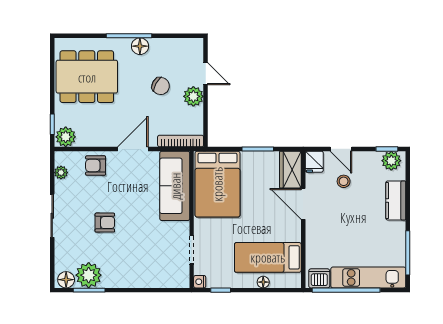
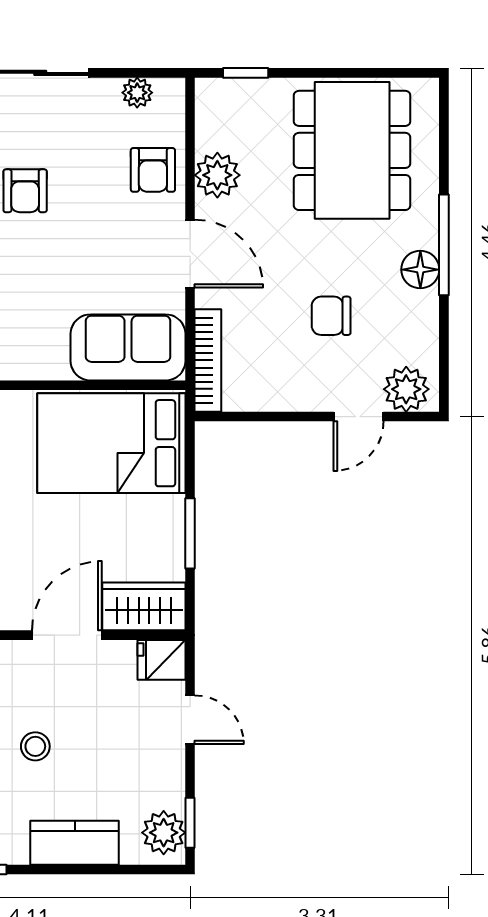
chair: (161, 86) -> (331, 316), turned 61
plant: (193, 96) -> (406, 389), moved
plant: (66, 137) -> (217, 175), moved
door: (341, 149) -> (190, 720), swing flipped
armchair: (96, 166) -> (153, 170), turned 180
stool: (344, 181) -> (35, 746), moved
sofa: (175, 186) -> (128, 347), width x0.73

